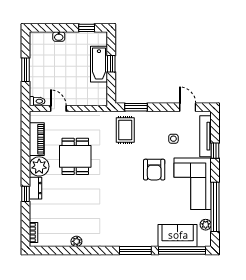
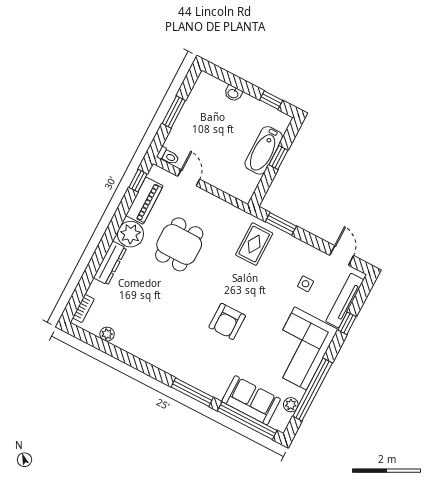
armchair: (154, 170) -> (227, 321), moved
dresser: (36, 188) -> (110, 263), width x1.44
window: (26, 194) -> (138, 181), moved
plant: (76, 241) -> (107, 334), moved

